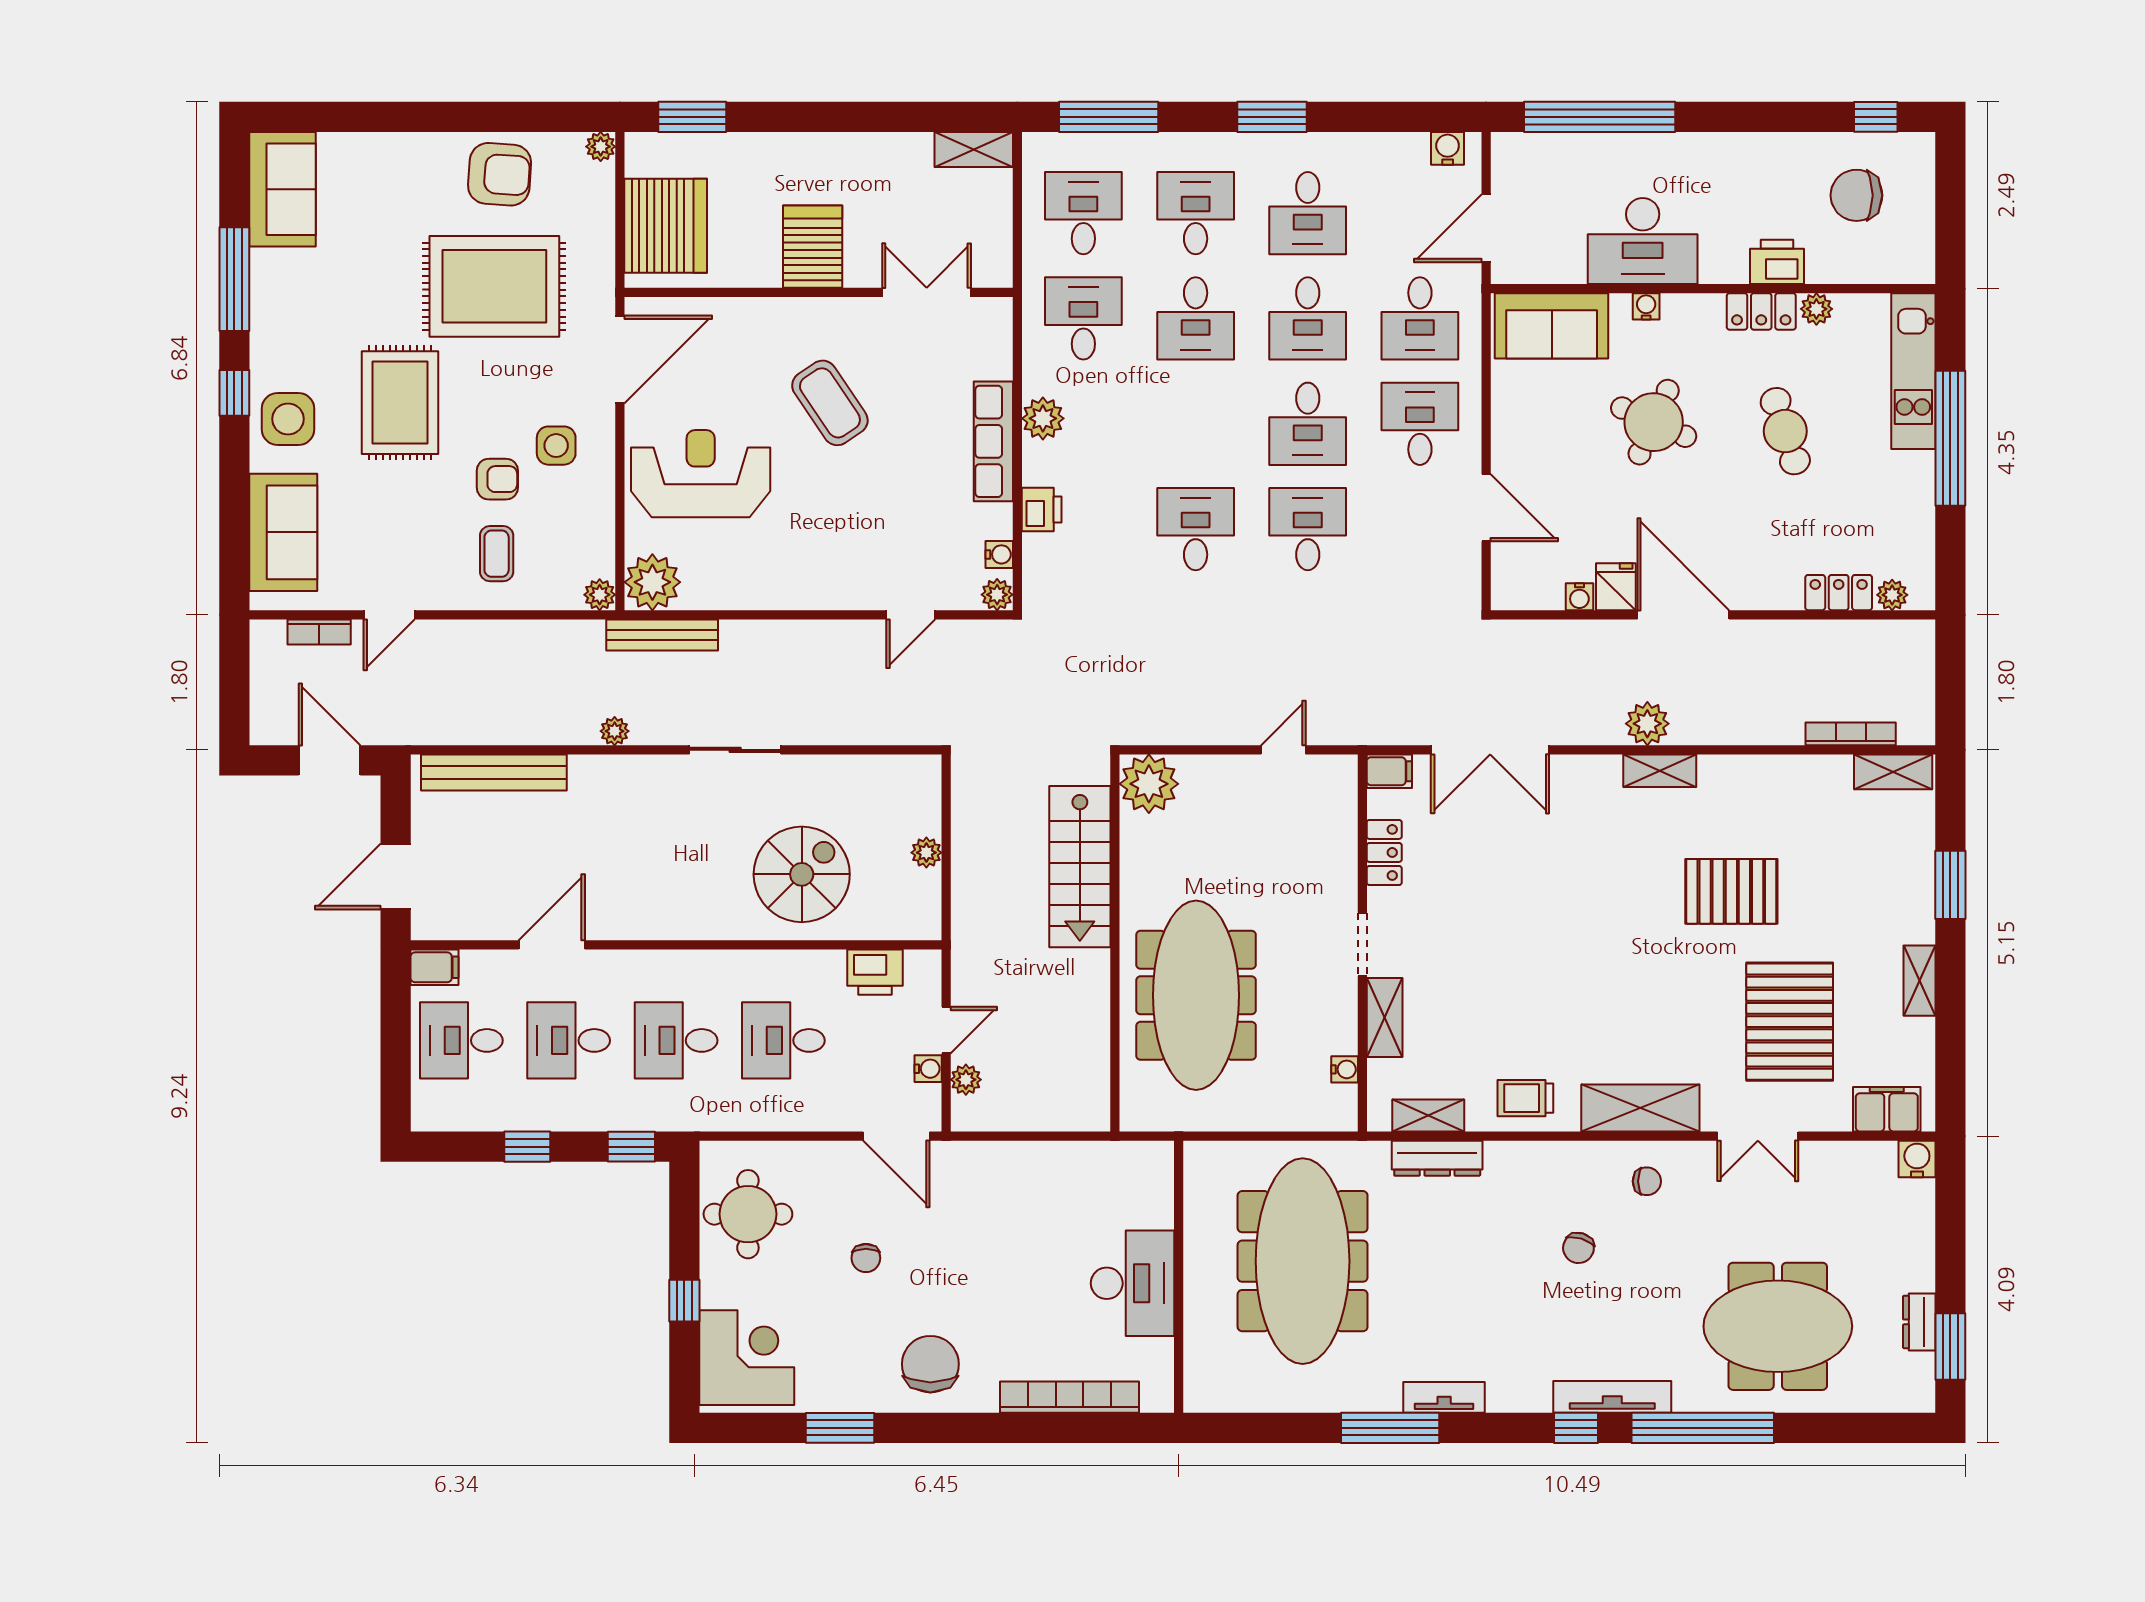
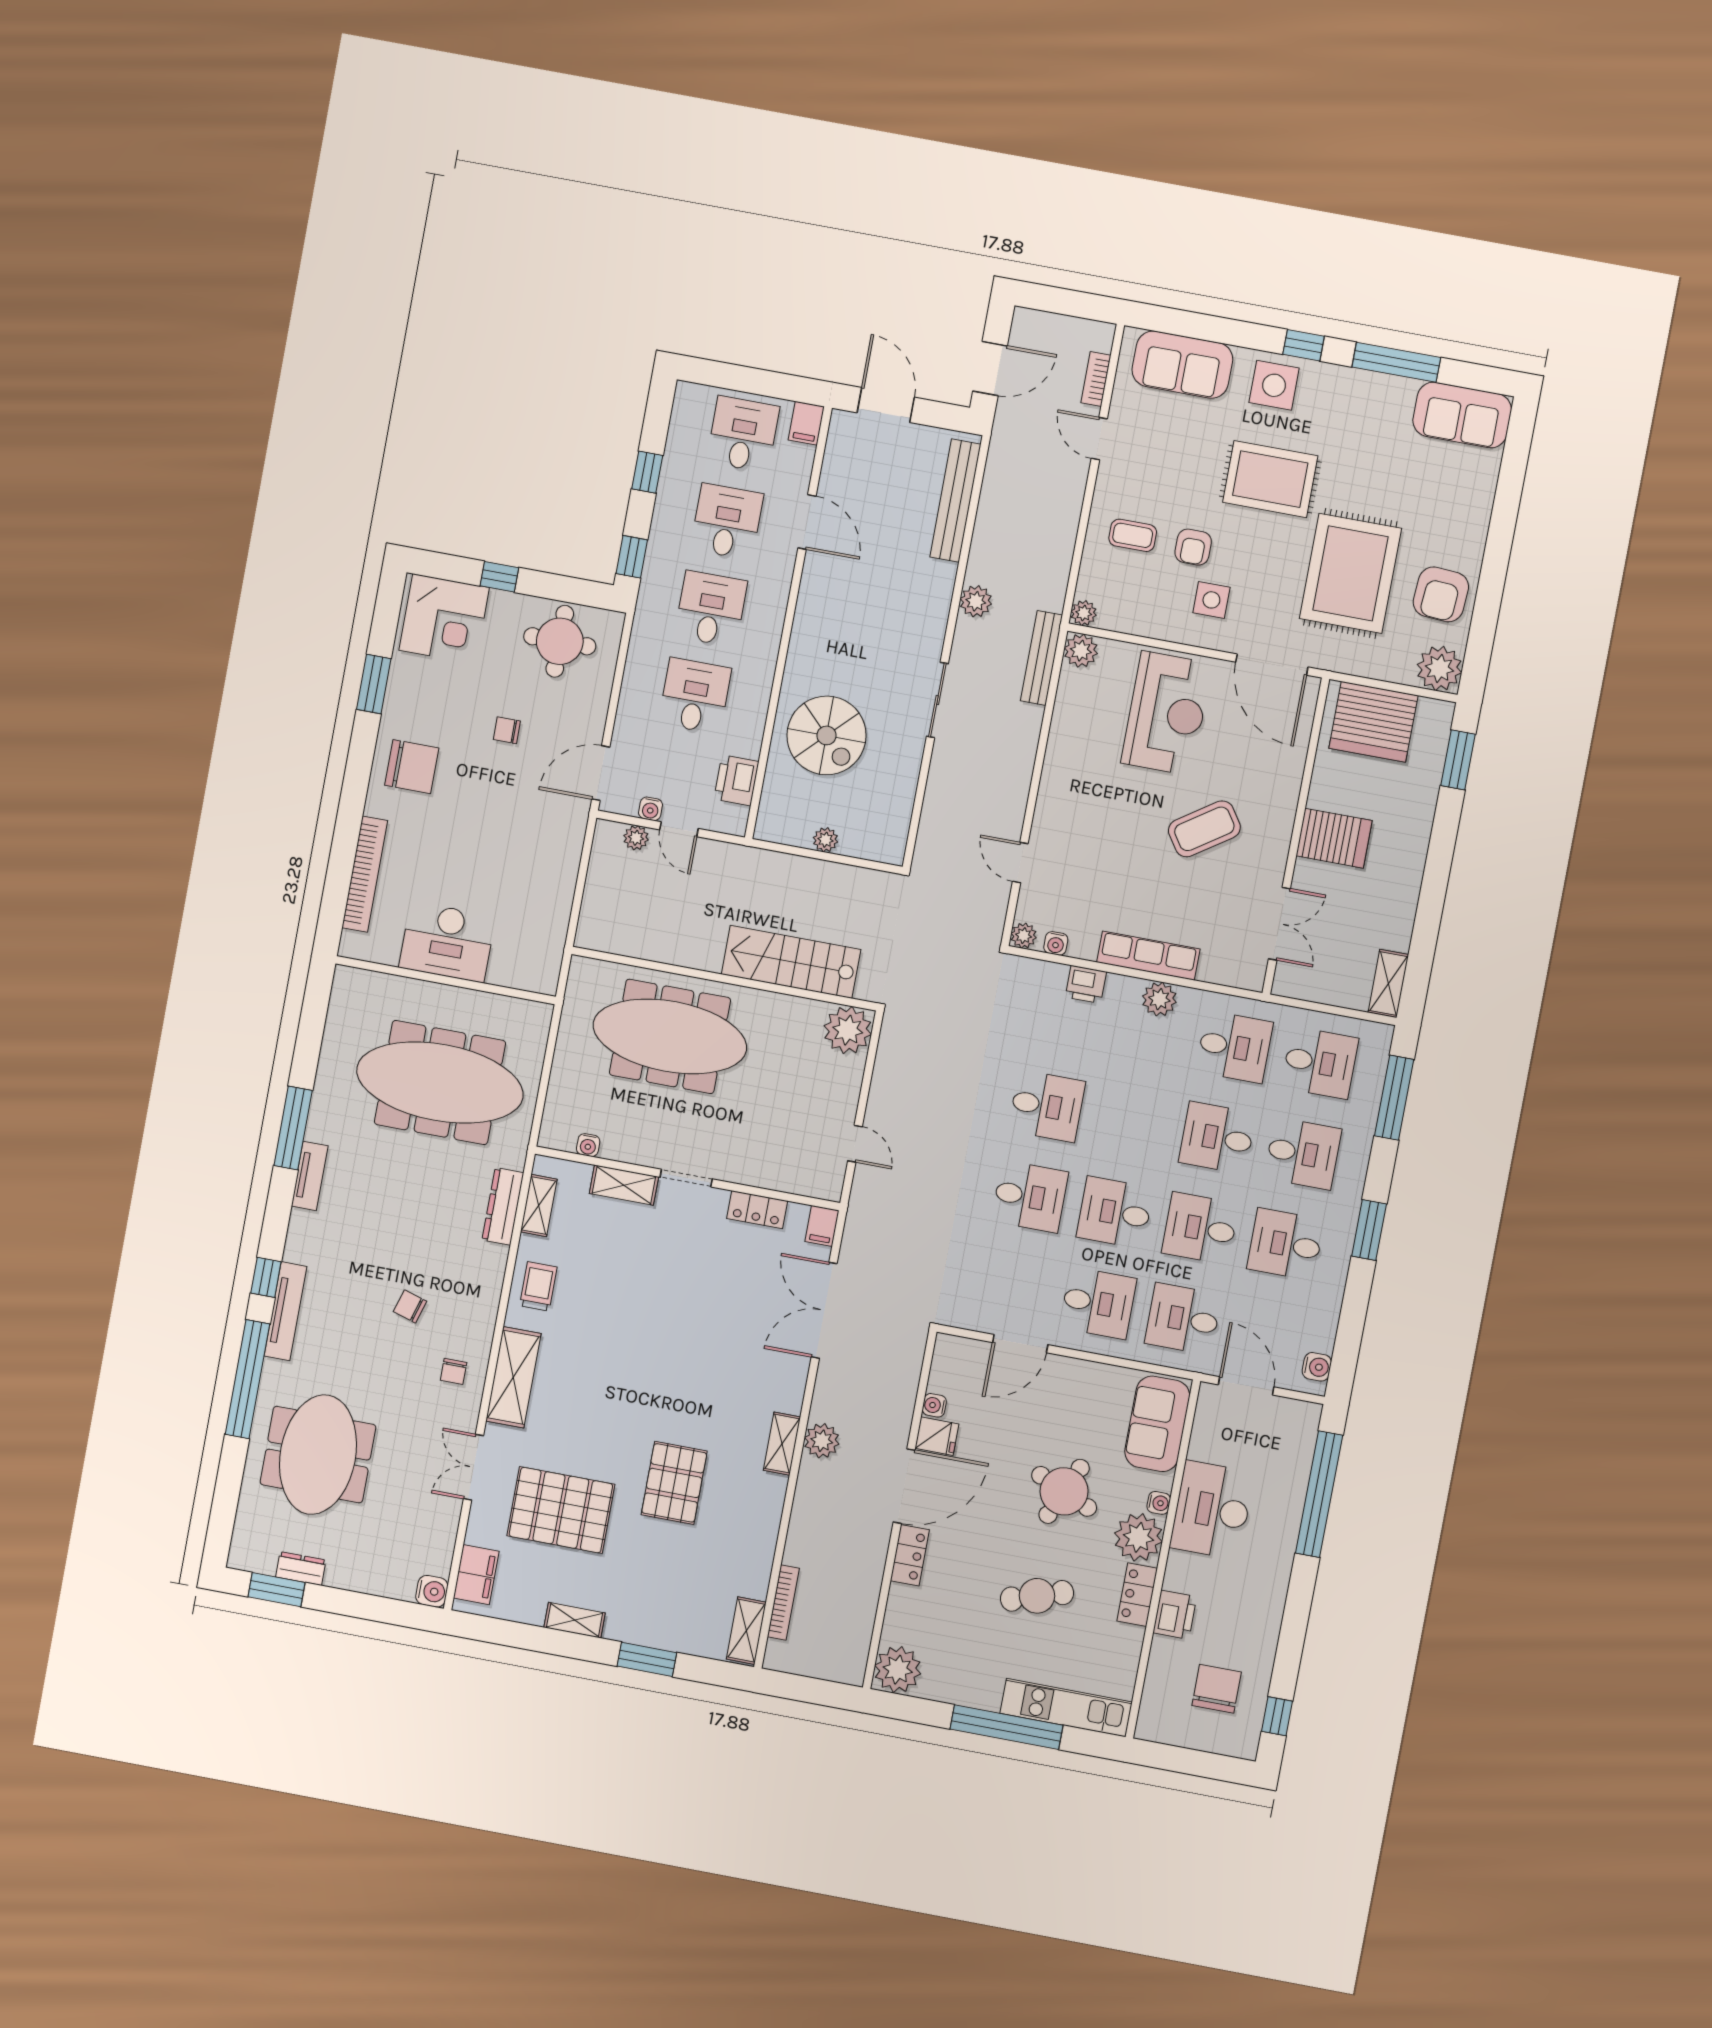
plant: (601, 147) -> (1439, 668), width x1.87, depth x1.87
plant: (1816, 309) -> (1138, 1537), moved, width x1.88, depth x1.88
plant: (652, 582) -> (1081, 651), width x0.73, depth x0.73
locker: (1839, 593) -> (910, 1555), moved
plant: (1892, 595) -> (898, 1670), width x1.87, depth x1.87
plant: (615, 731) -> (976, 601), width x1.38, depth x1.38

